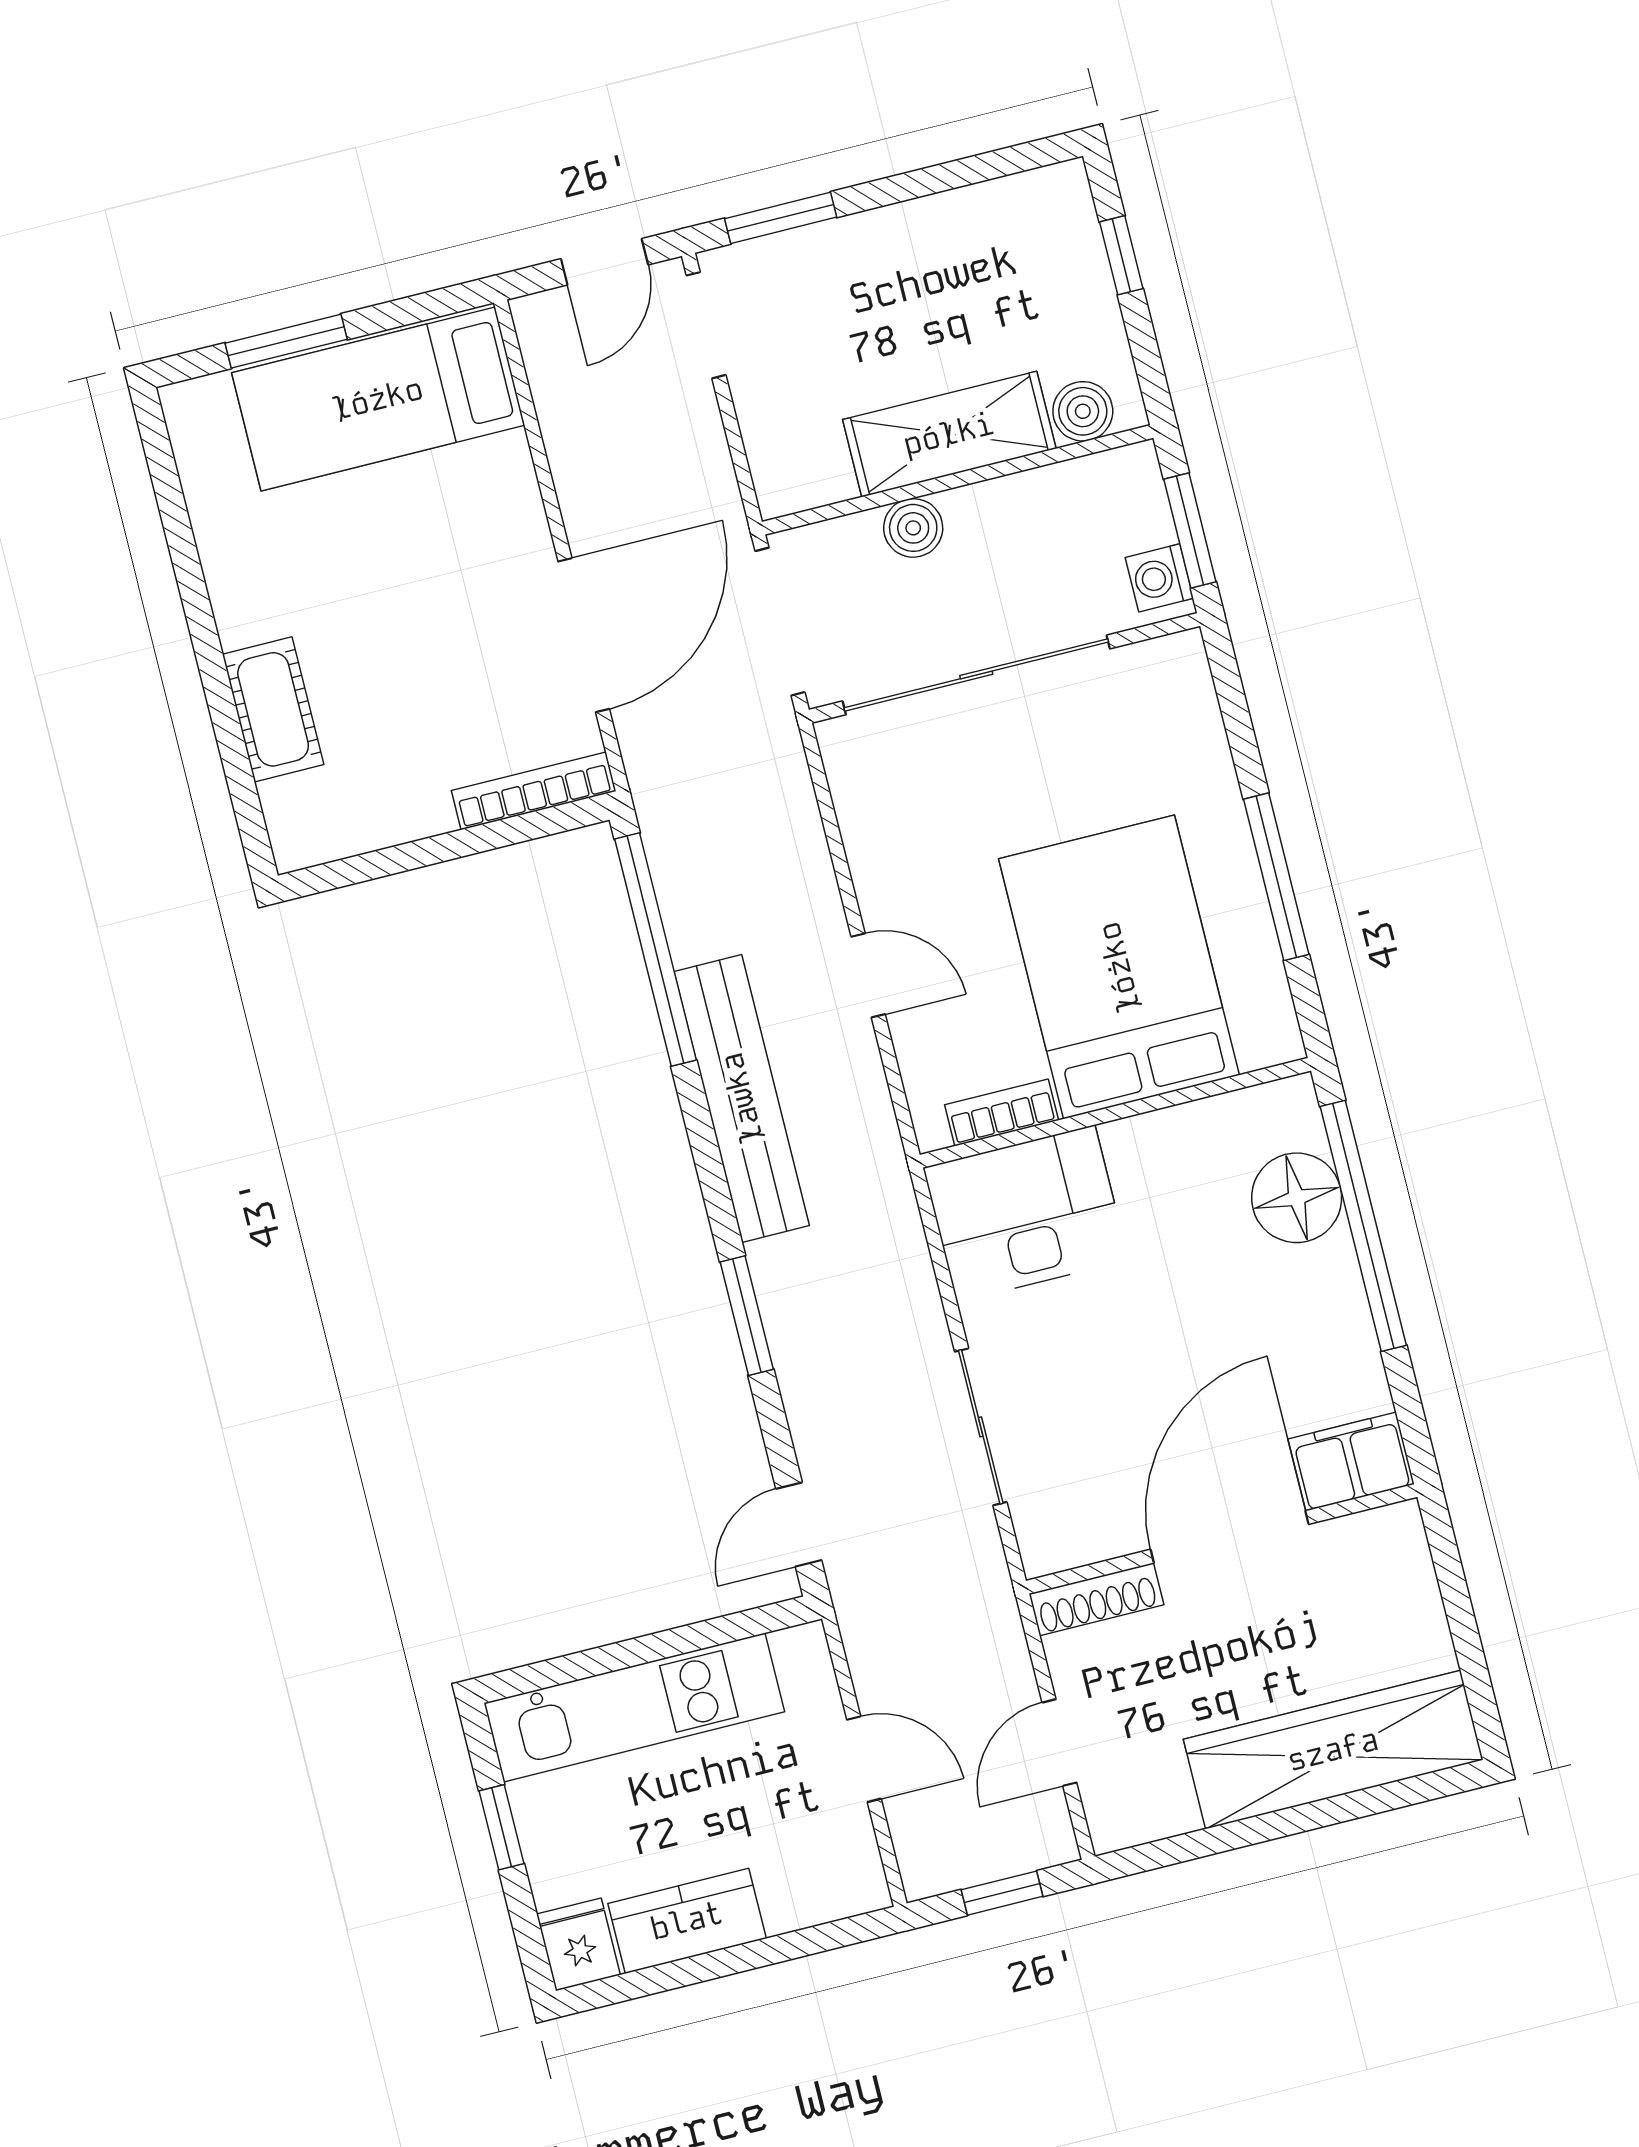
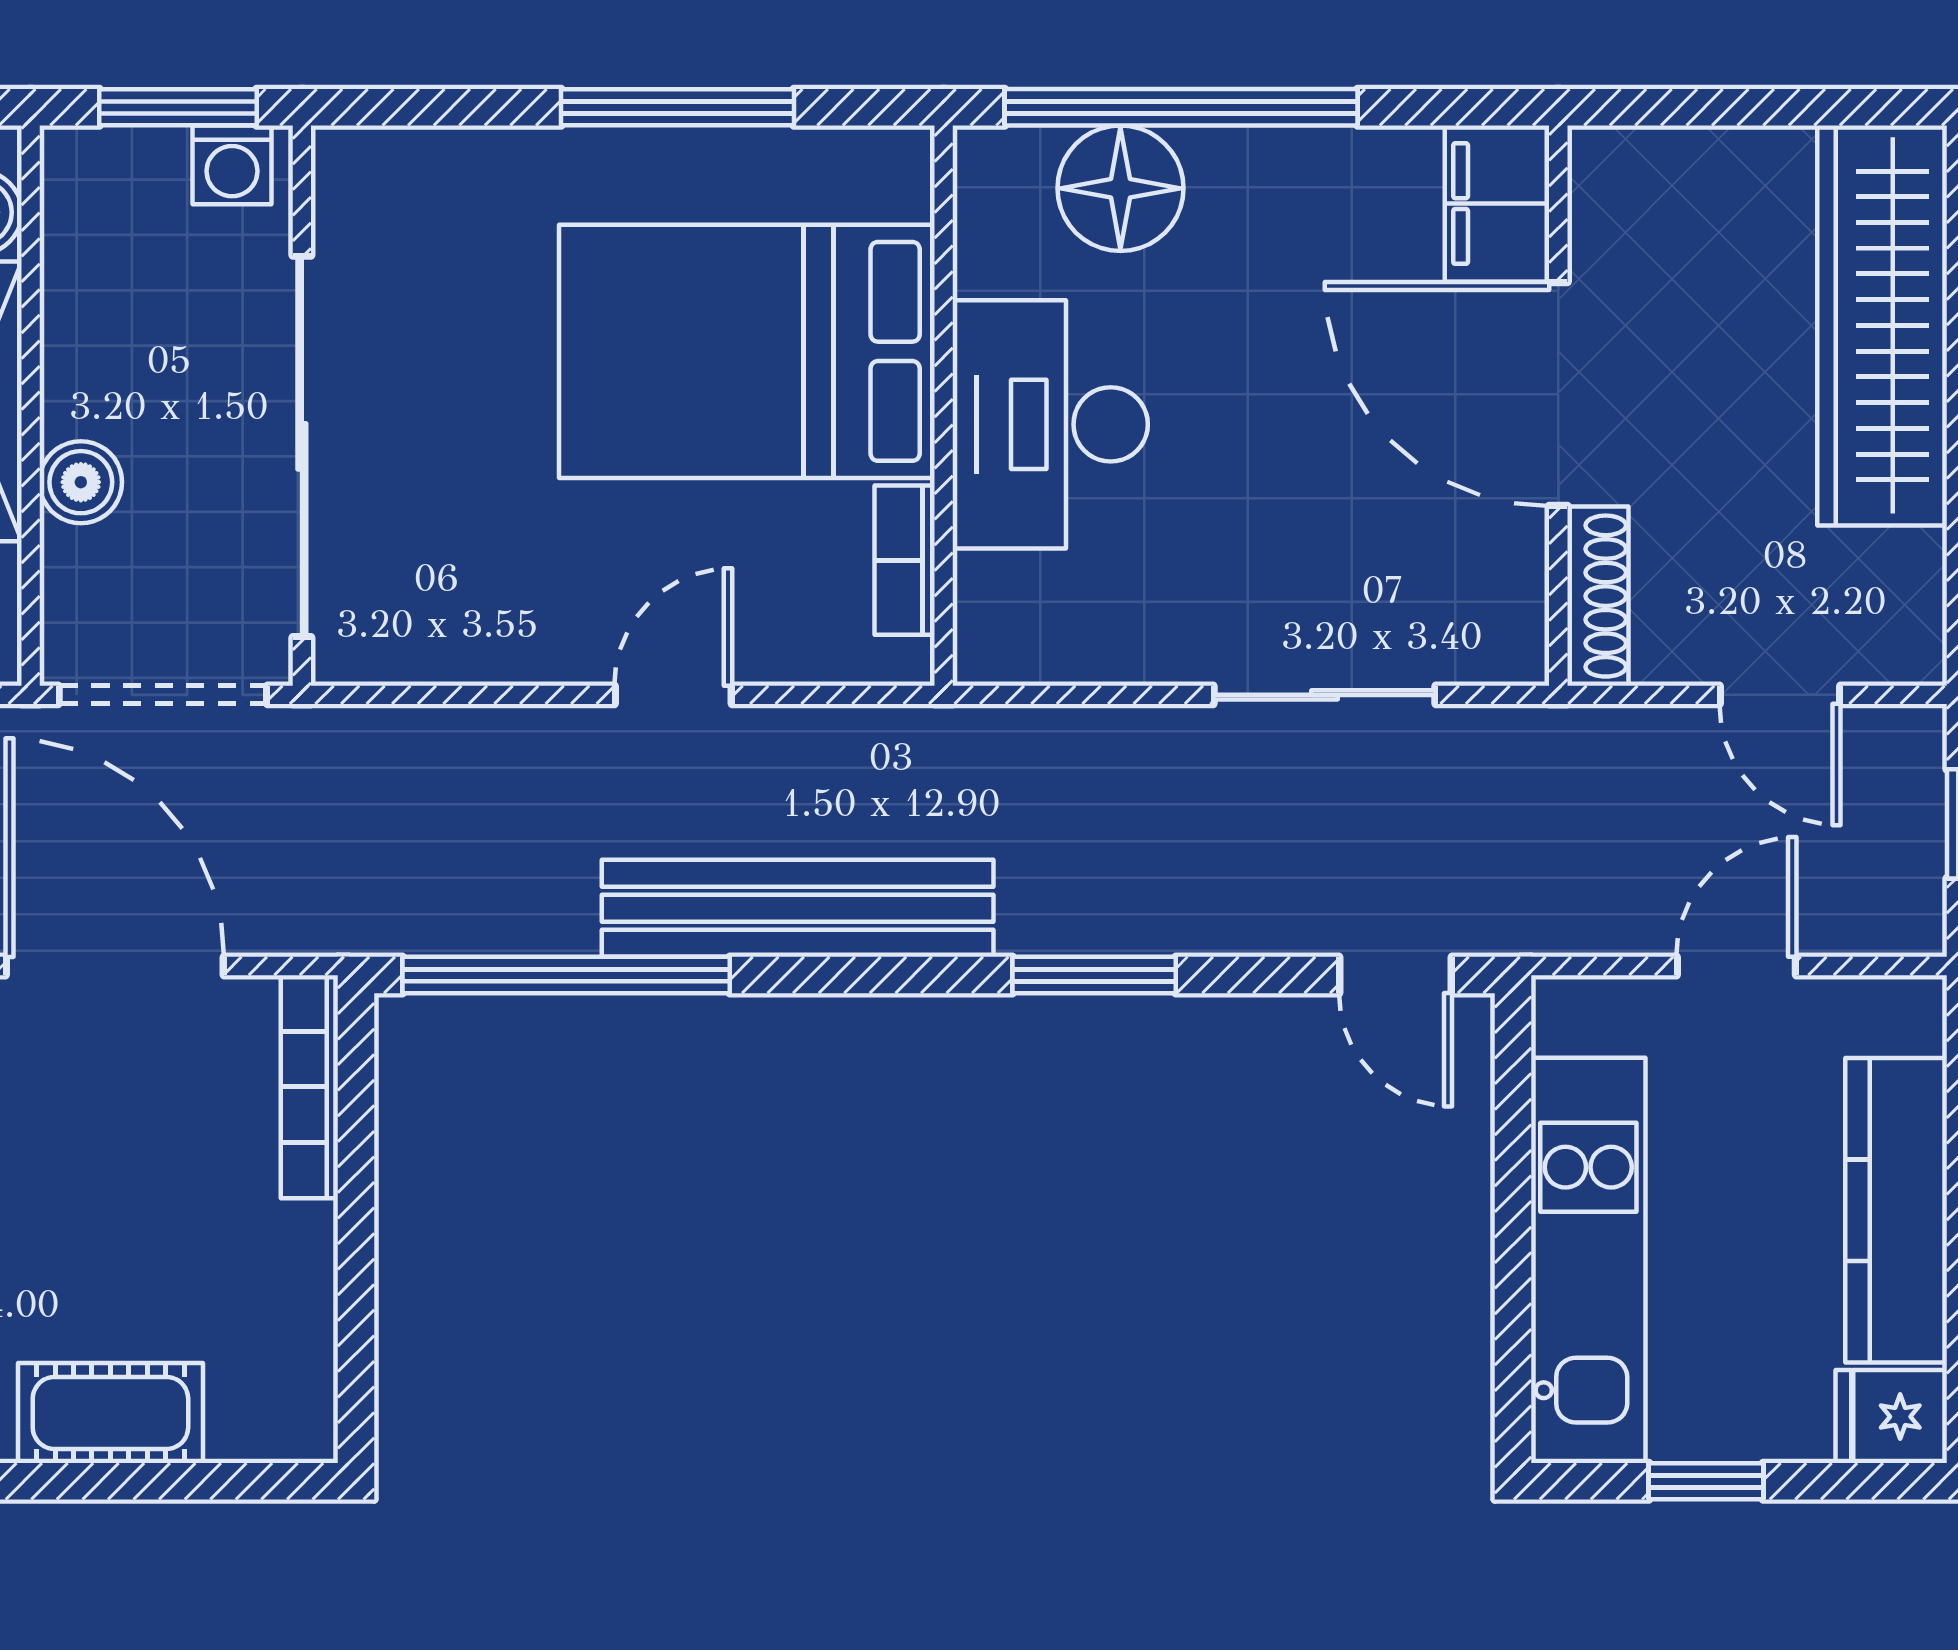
desk: (1026, 1214) -> (1050, 424), moved
kitchen counter: (687, 1921) -> (1896, 1210), width x1.50

